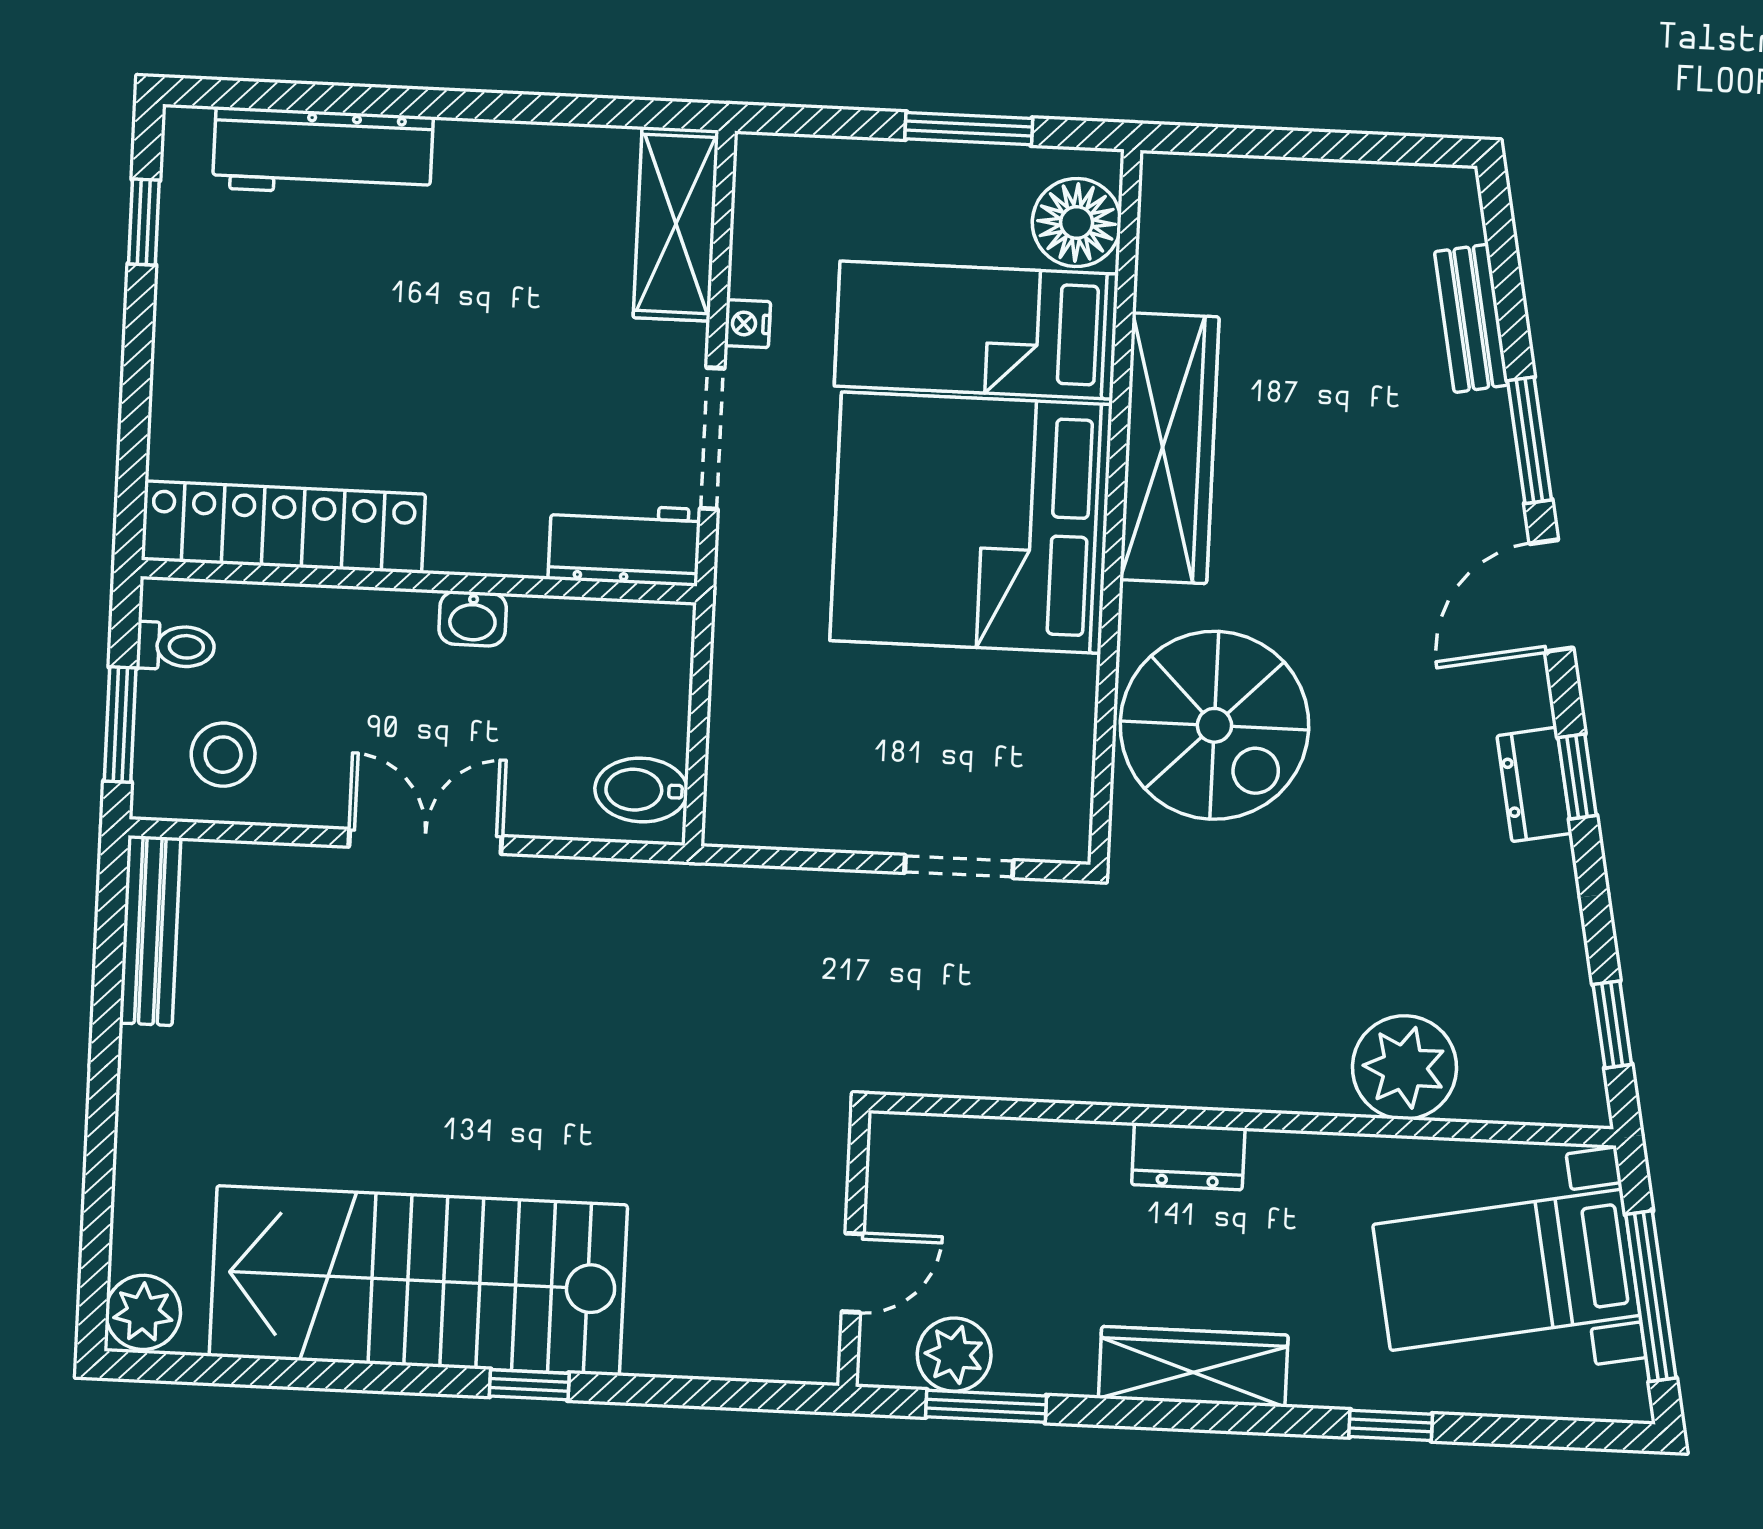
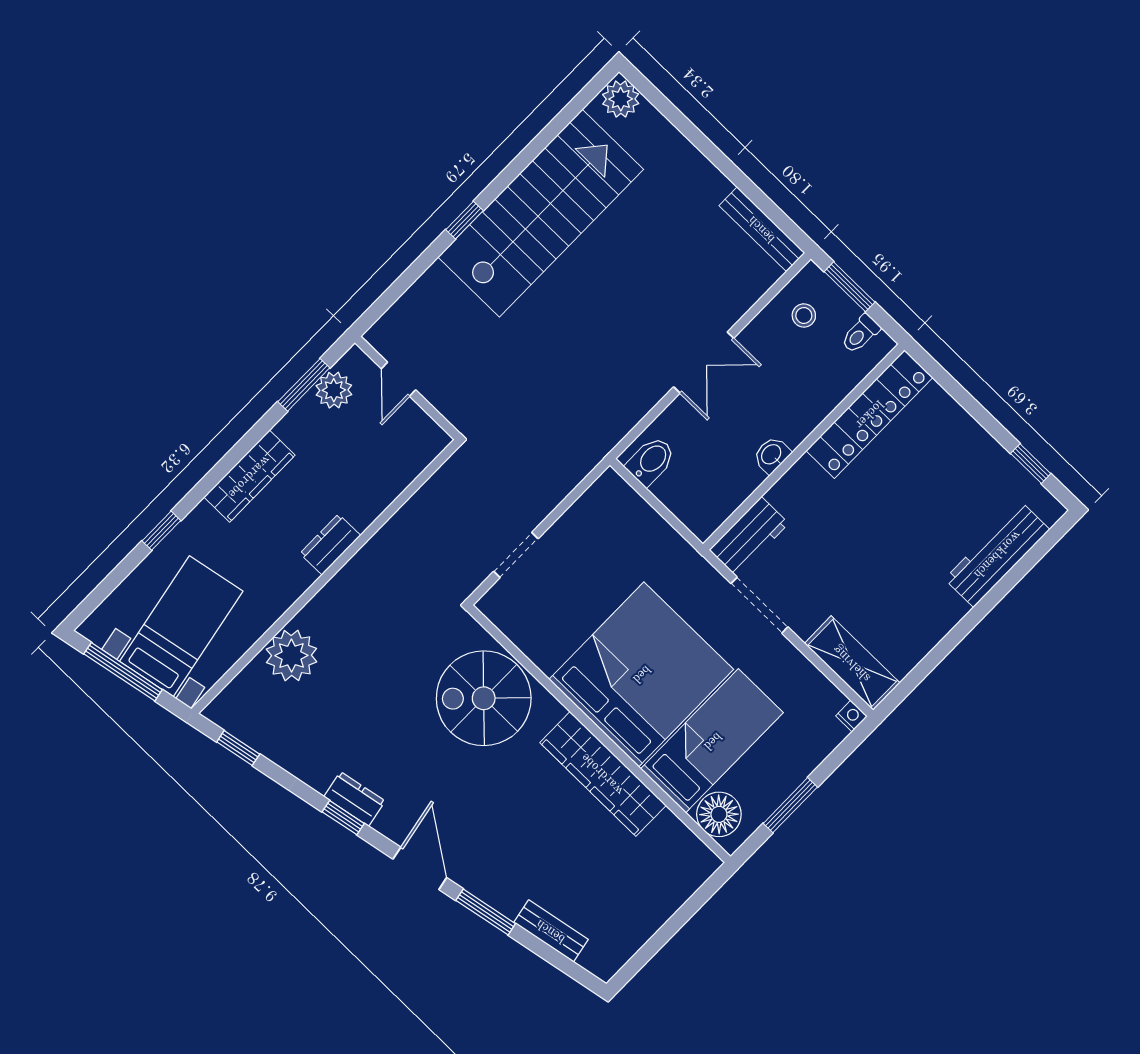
nightstand: (747, 324) -> (852, 716), moved
stool: (223, 755) -> (804, 315), width x0.73, depth x0.73

